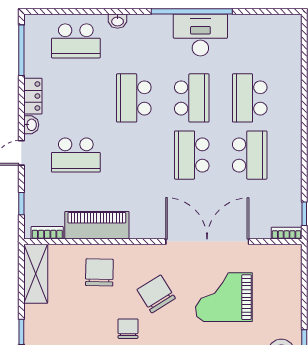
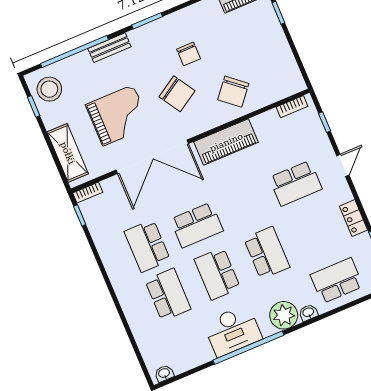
plant: (143, 29) -> (284, 315), added
washbasin: (31, 125) -> (164, 373), moved, turned 90
school desk: (76, 155) -> (296, 183), turned 180
school desk: (192, 155) -> (197, 225), turned 90
piano: (97, 225) -> (226, 142), moved
chair: (99, 272) -> (233, 92), turned 39
shelving: (36, 274) -> (68, 153), moved

